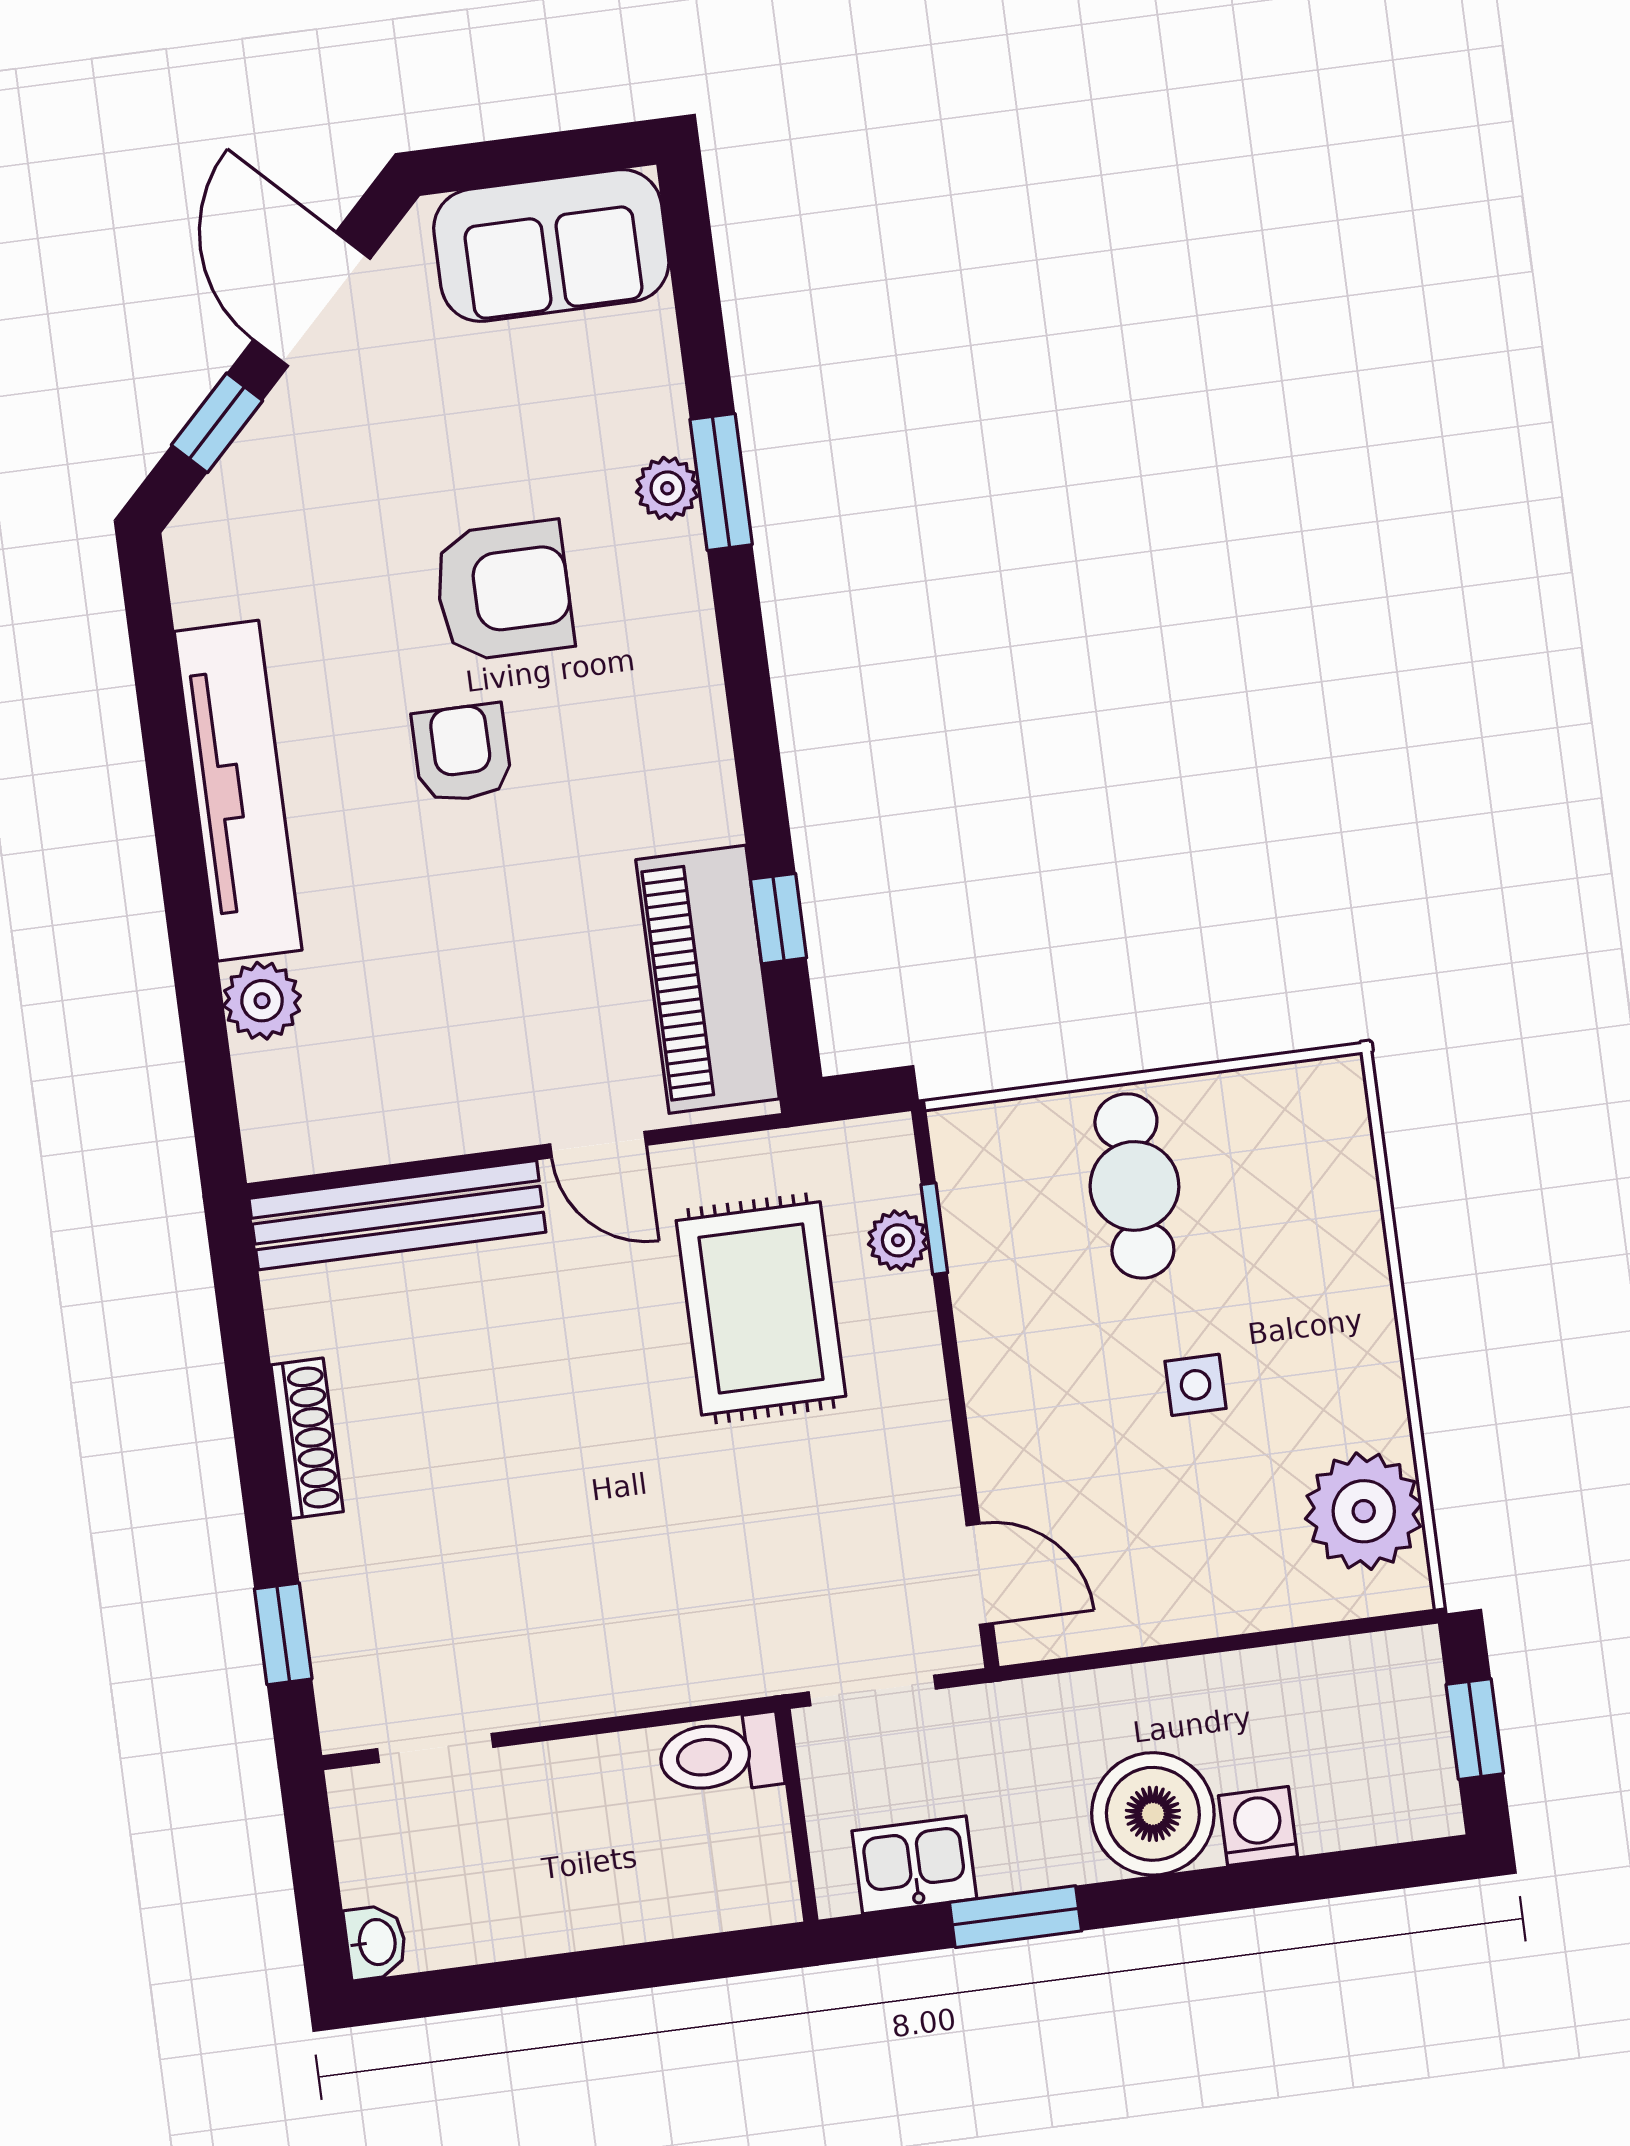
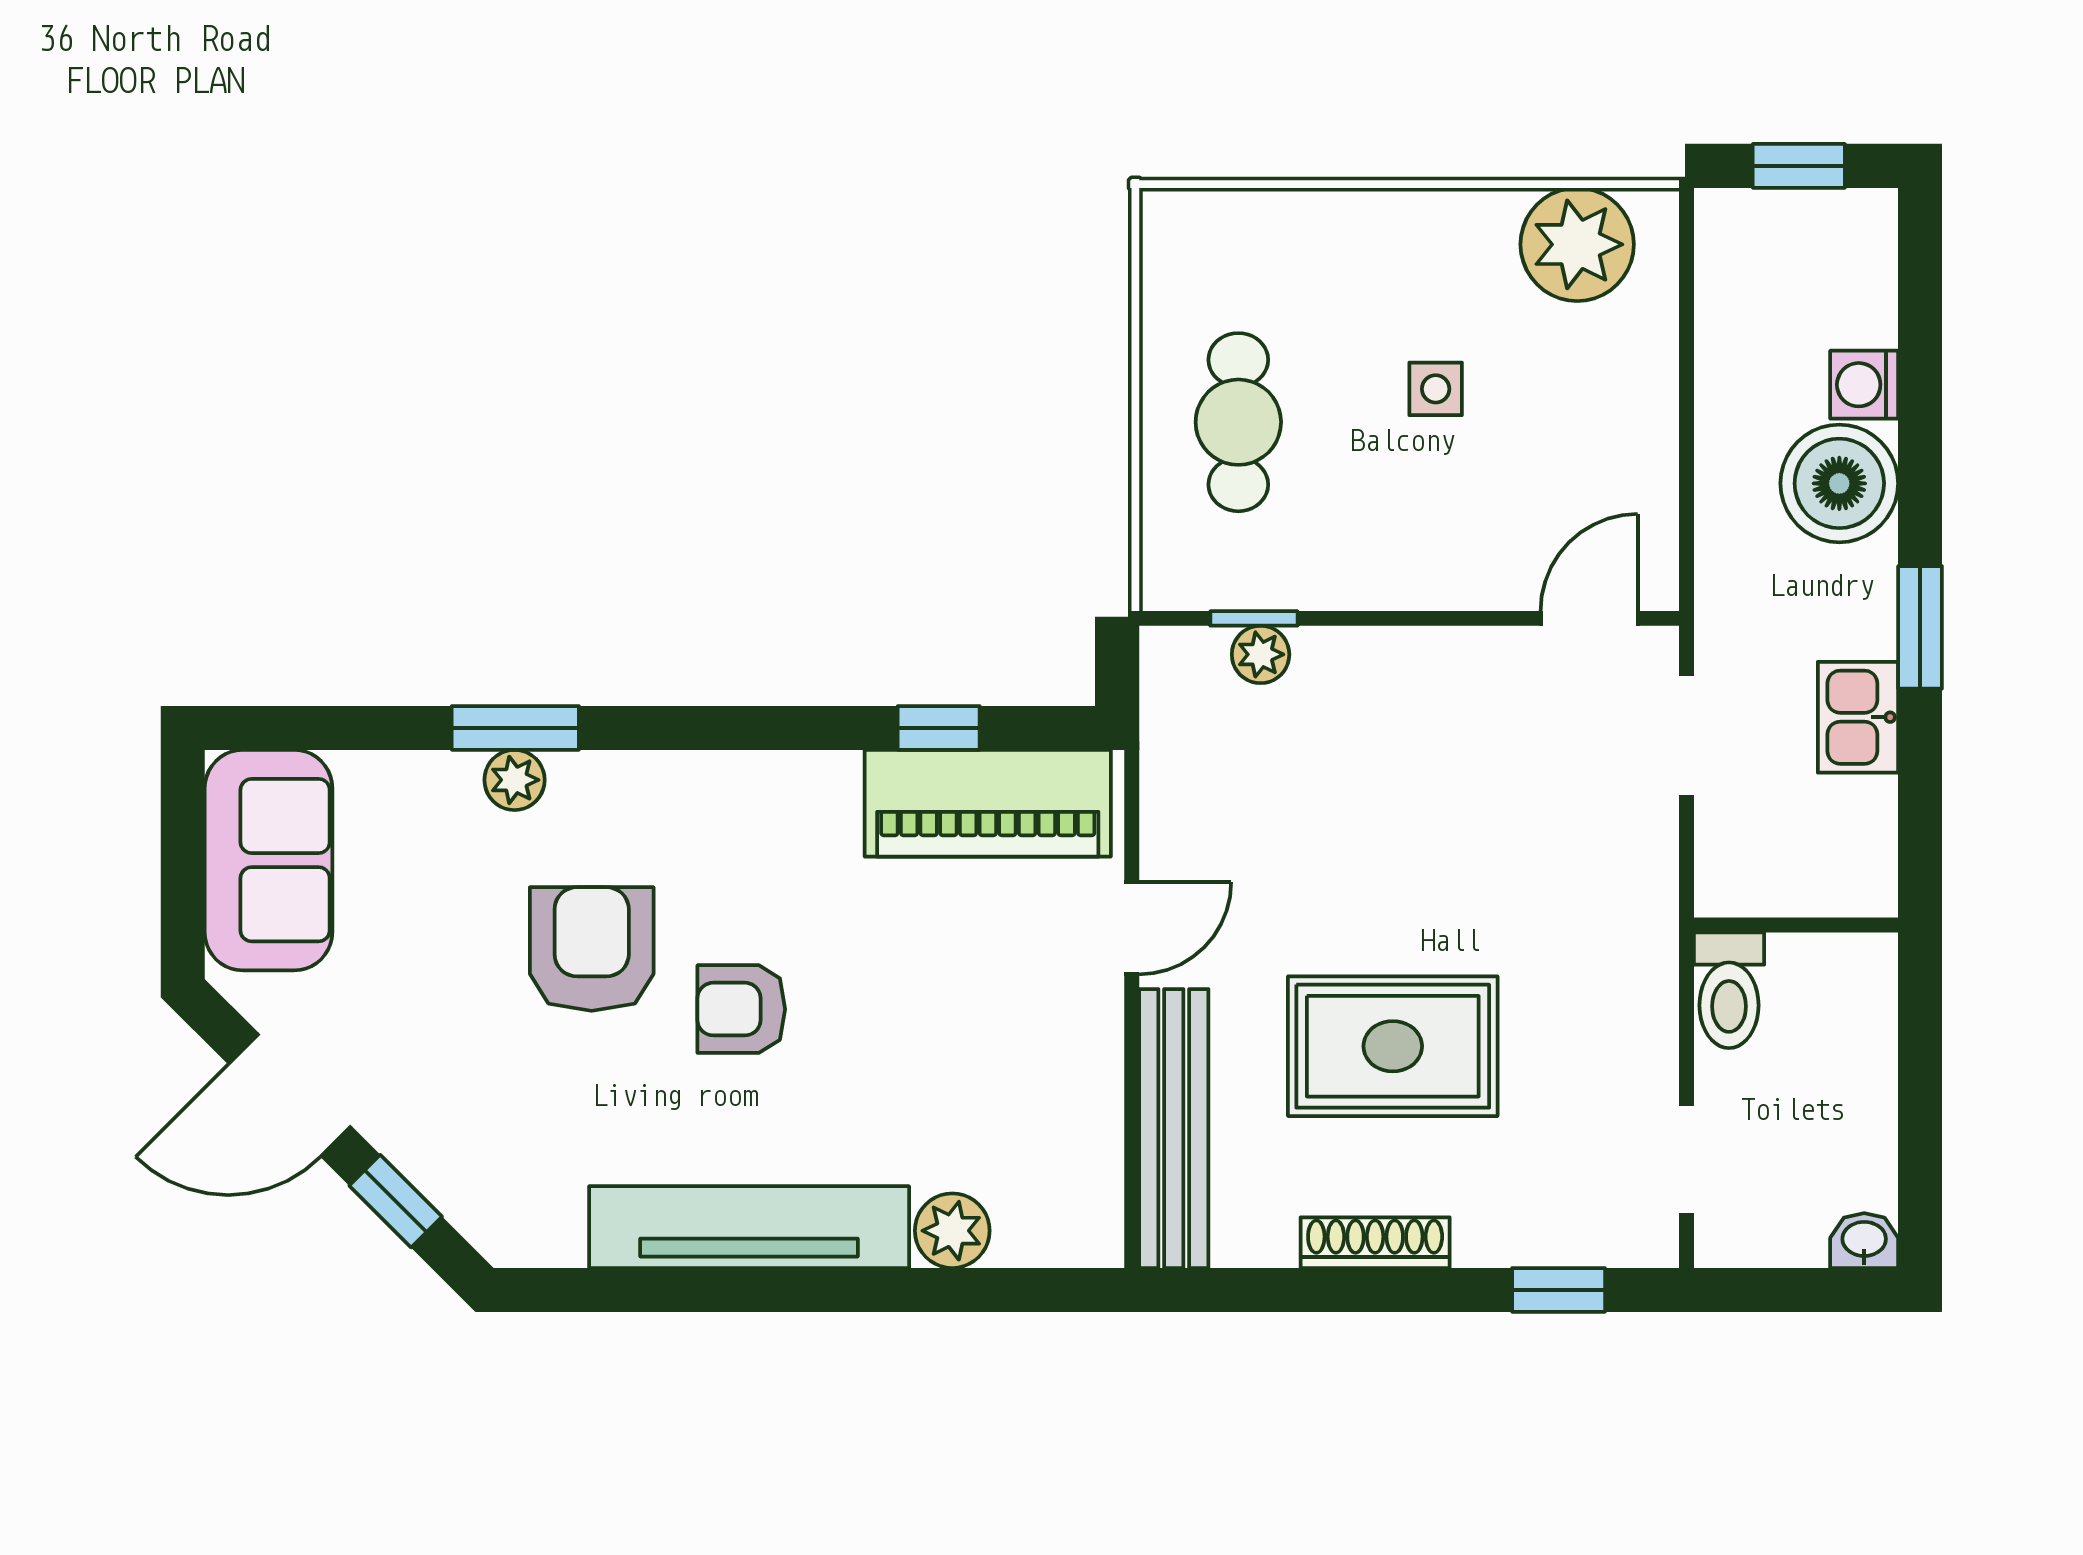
cafe table: (1134, 1186) -> (1238, 422), turned 90
rug: (761, 1308) -> (1393, 1046), moved
toilet: (721, 1755) -> (1729, 990), moved
wall: (797, 1815) -> (1796, 925), moved

